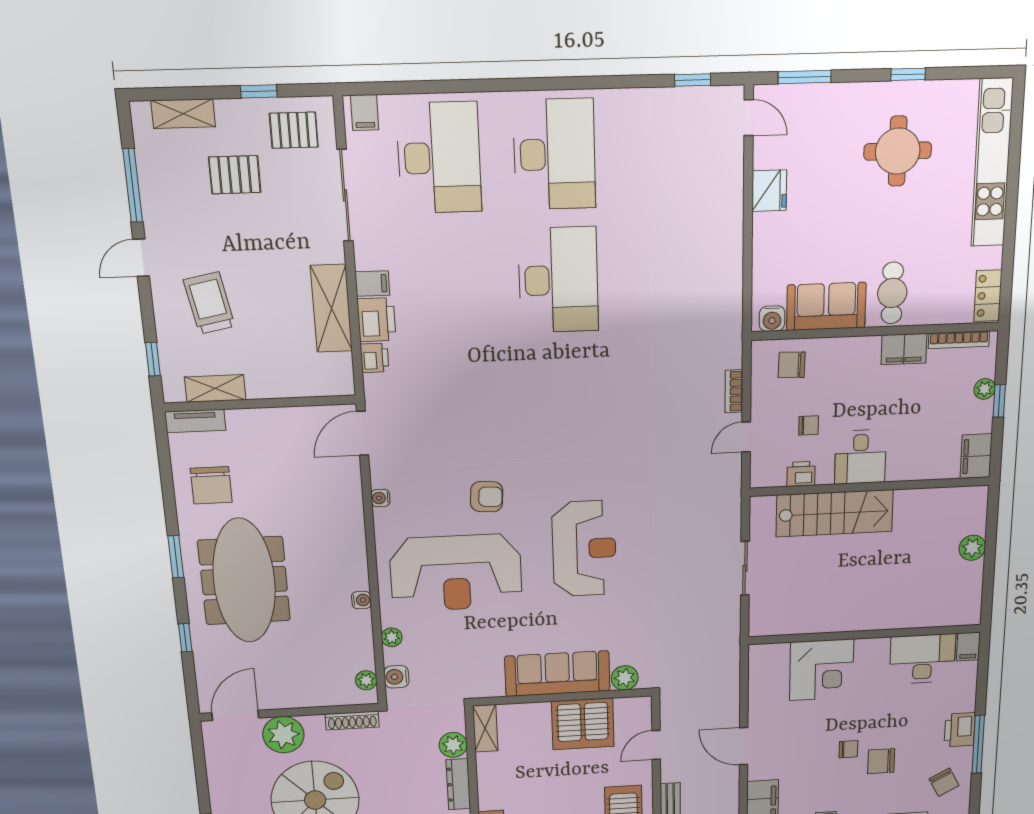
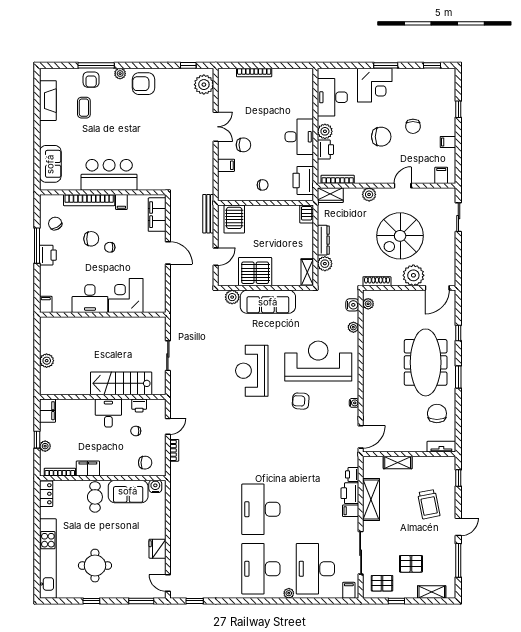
plant: (493, 102) -> (289, 593), added
shelving: (215, 388) -> (398, 462), moved
water cooler: (361, 600) -> (367, 349), removed
desk: (922, 659) -> (90, 299), moved

